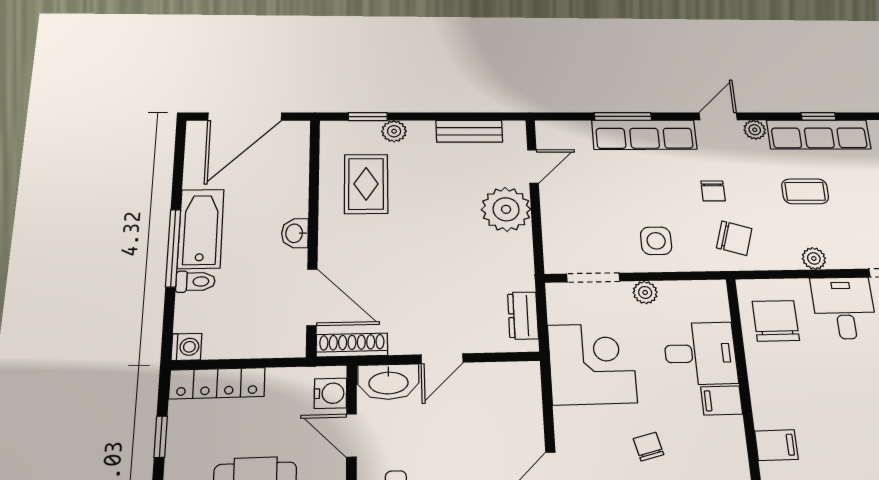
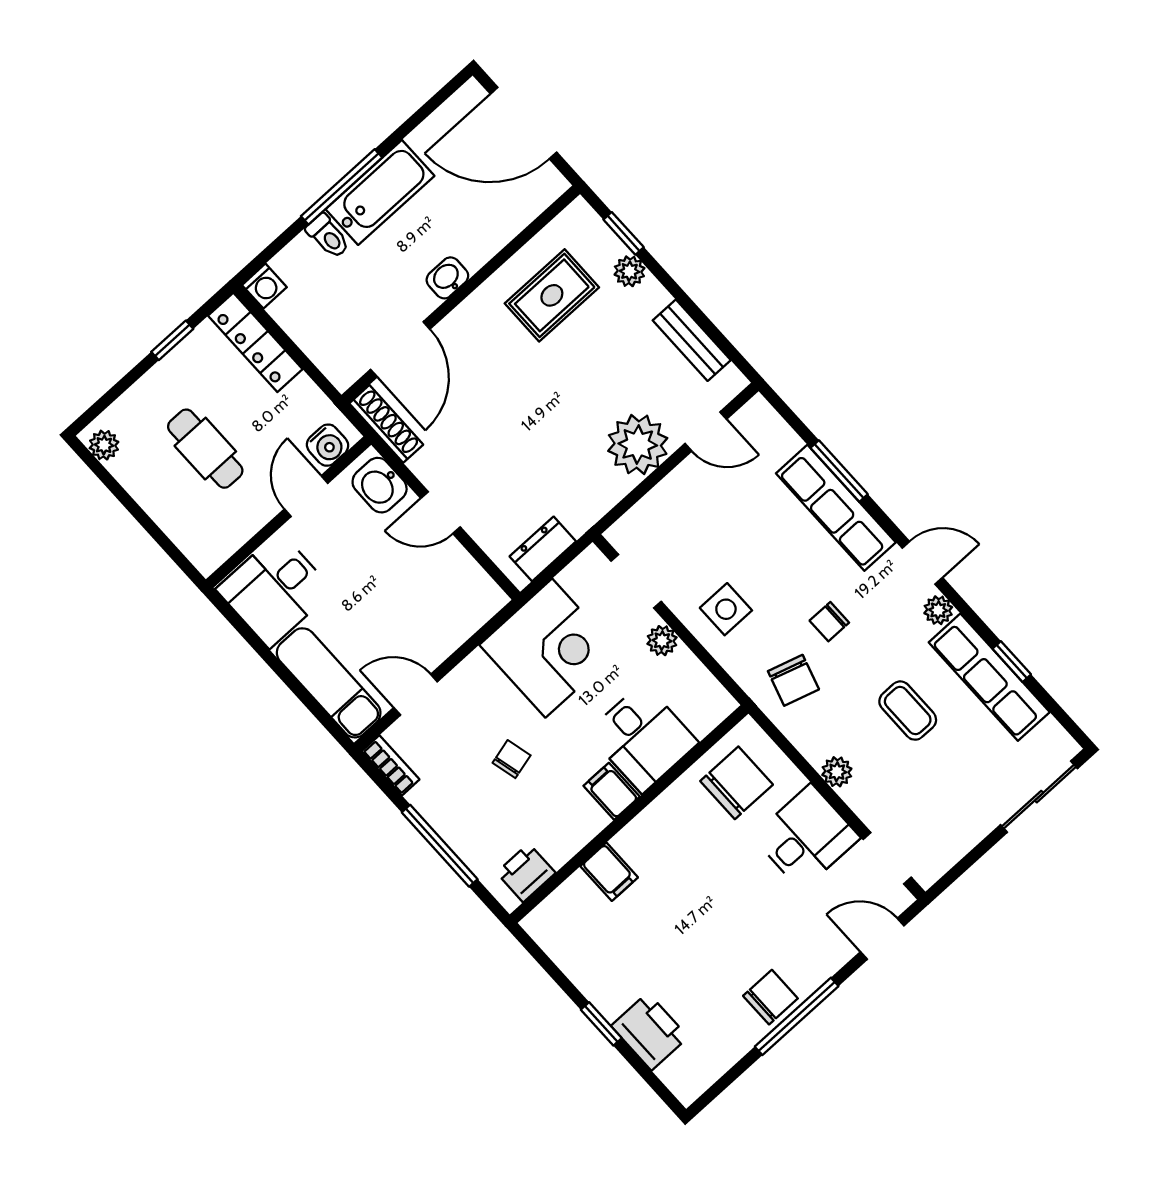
washbasin: (388, 382) -> (380, 485), width x0.72

